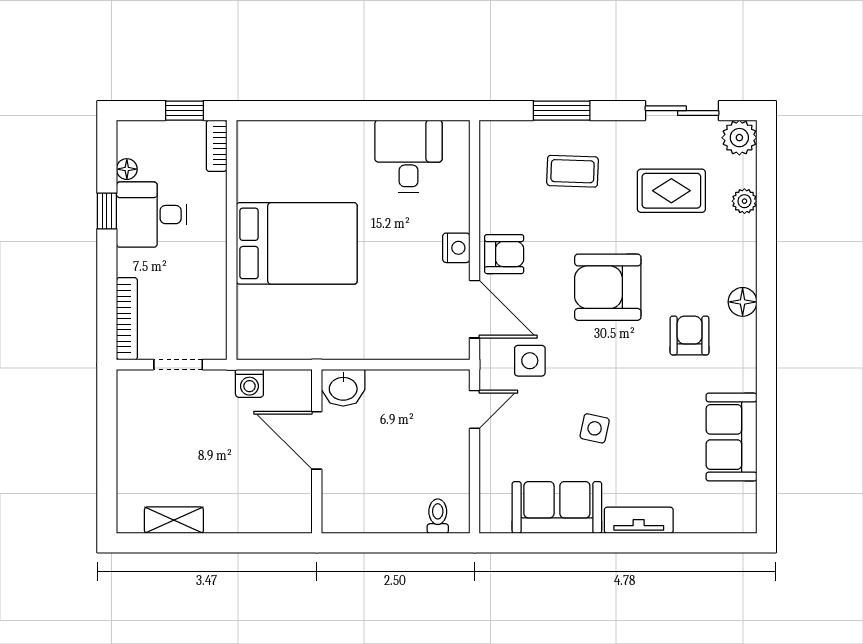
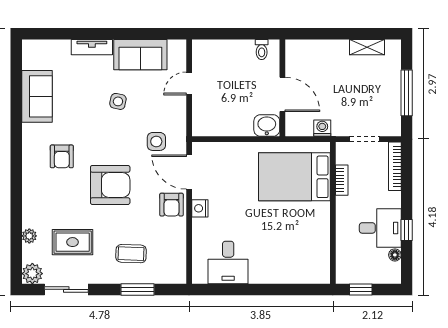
bookcase: (217, 146) -> (342, 180), moved
bed: (297, 243) -> (294, 177), moved
armchair: (504, 254) -> (172, 205), turned -90
floor lamp: (743, 302) -> (30, 176), removed
door: (475, 409) -> (189, 83), moved
window: (107, 443) -> (407, 93), added
toilet: (438, 516) -> (262, 49), moved

